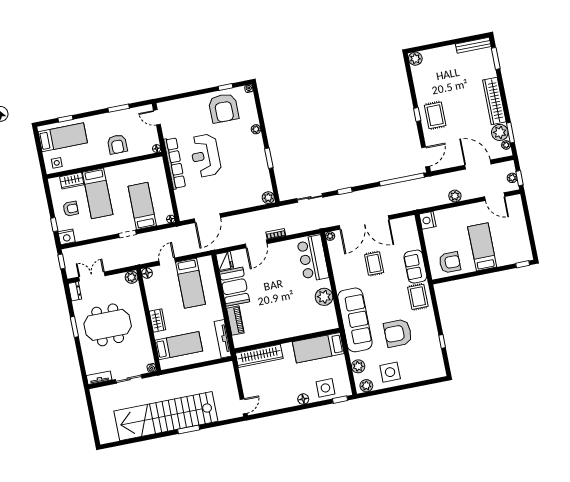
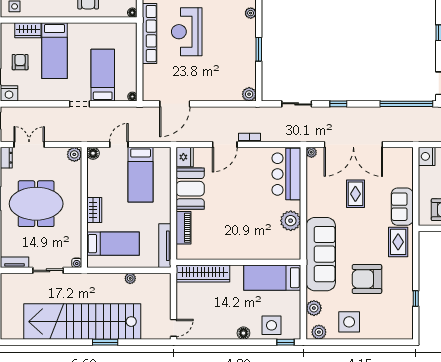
armchair: (71, 209) -> (20, 62), turned -90
plant: (199, 372) -> (130, 278), added

